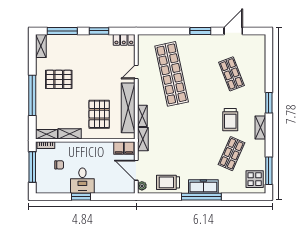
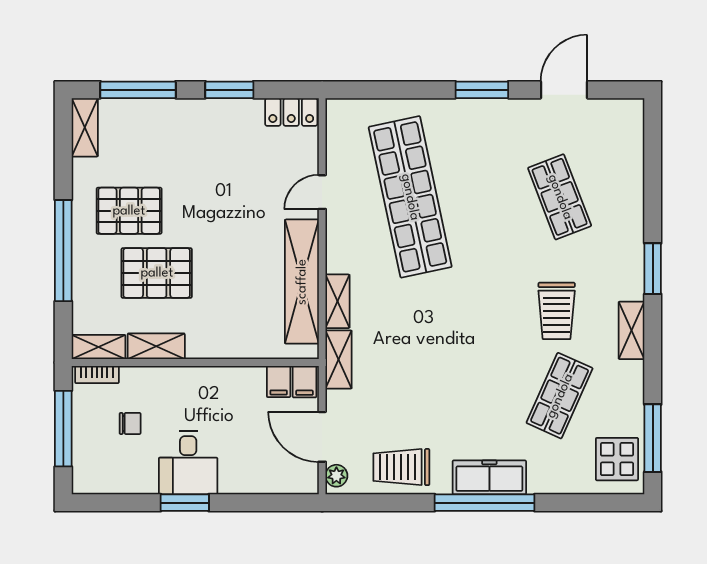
pallet: (99, 114) -> (157, 273), moved, turned 90

